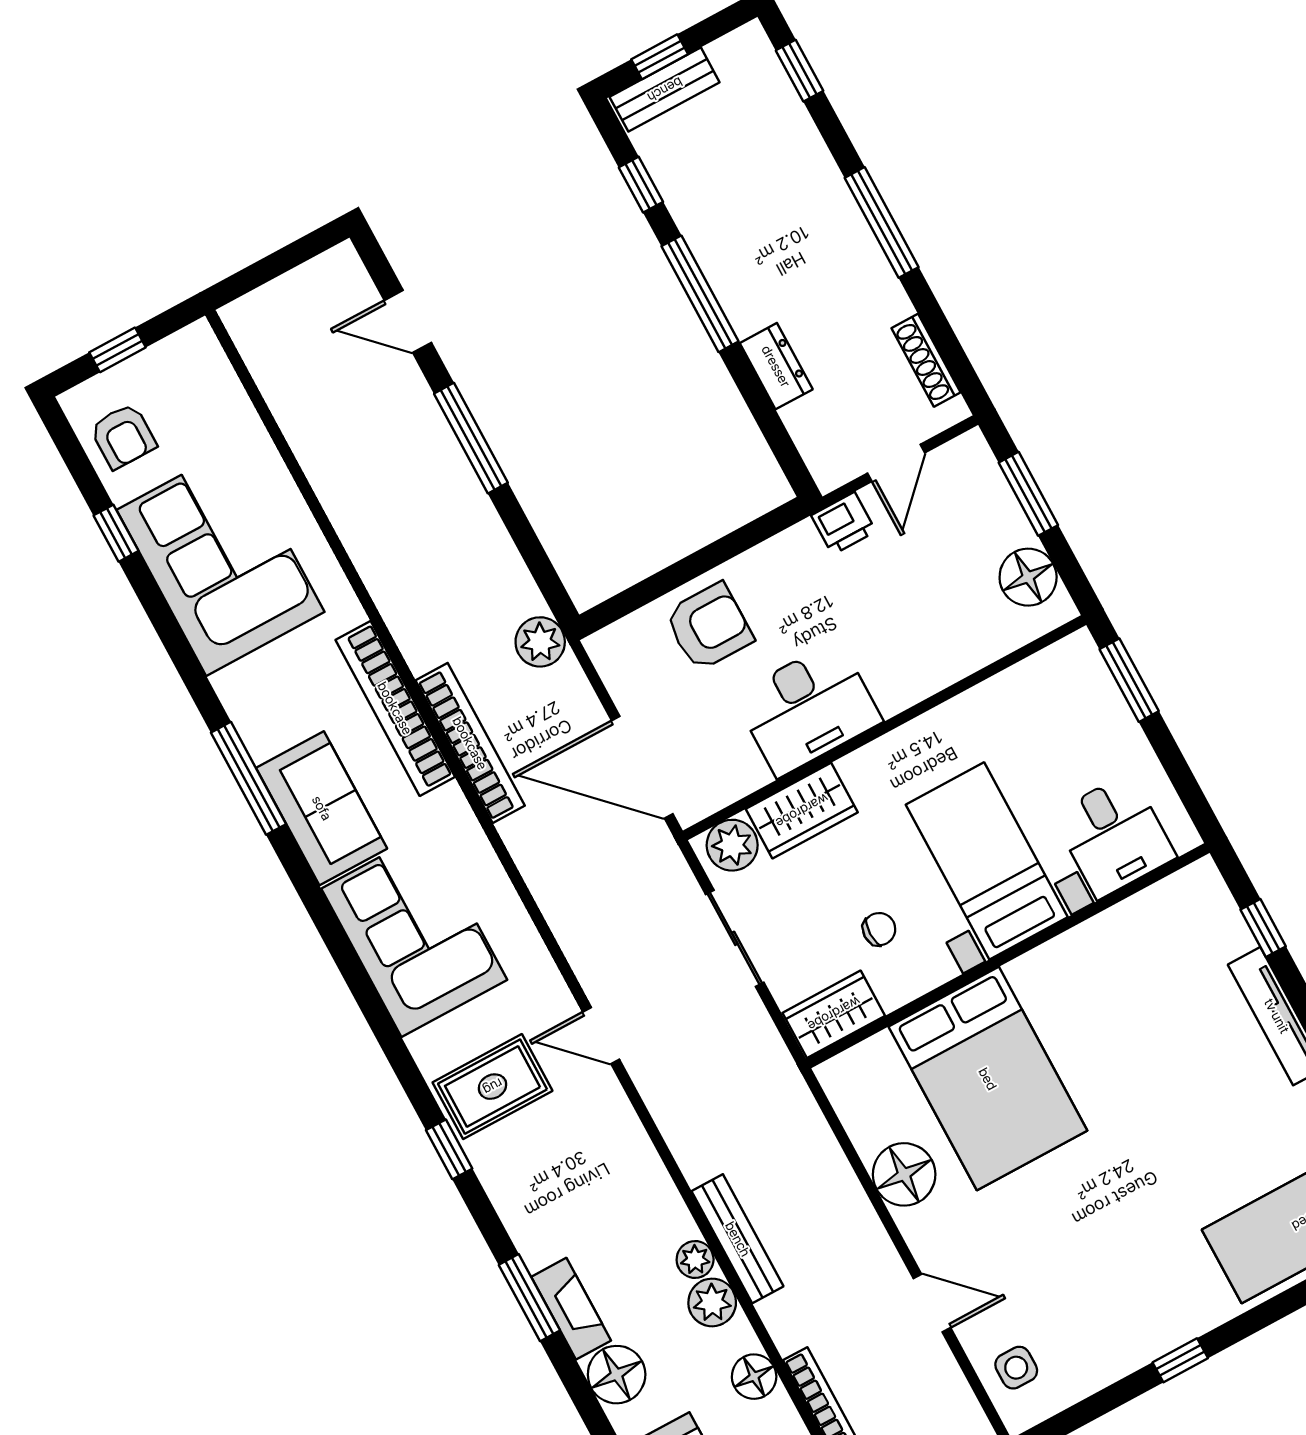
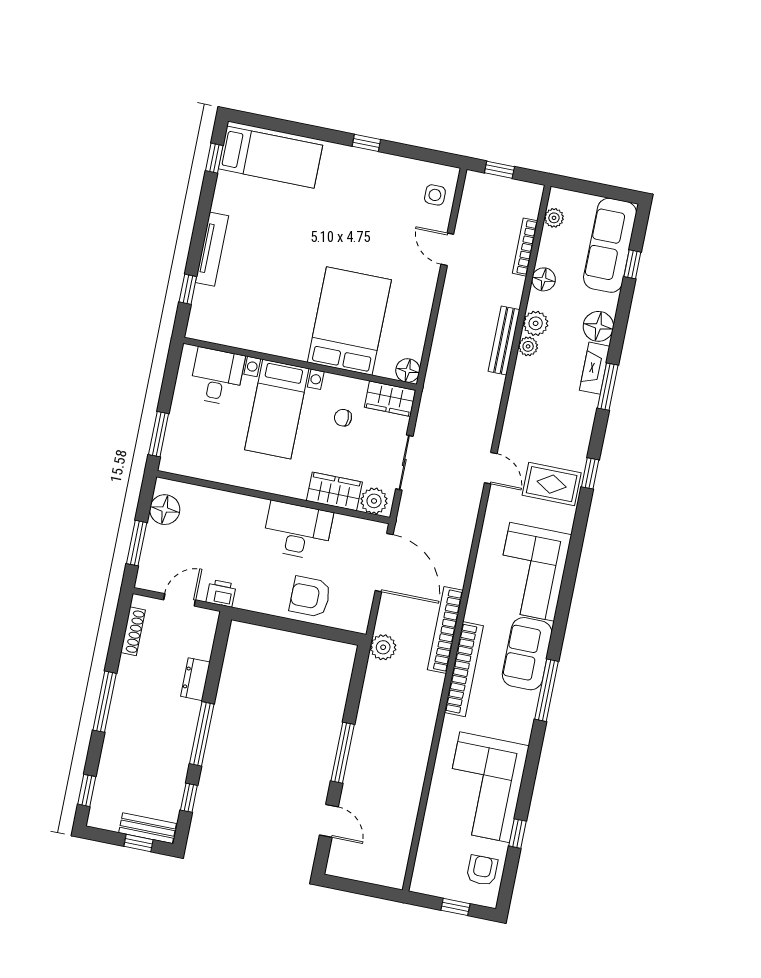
floor lamp: (904, 1174) -> (408, 370), moved, width x0.73, depth x0.73

